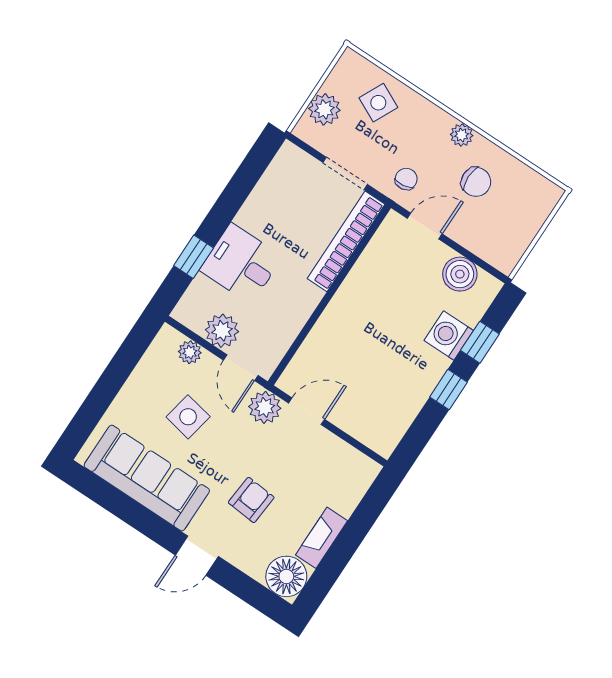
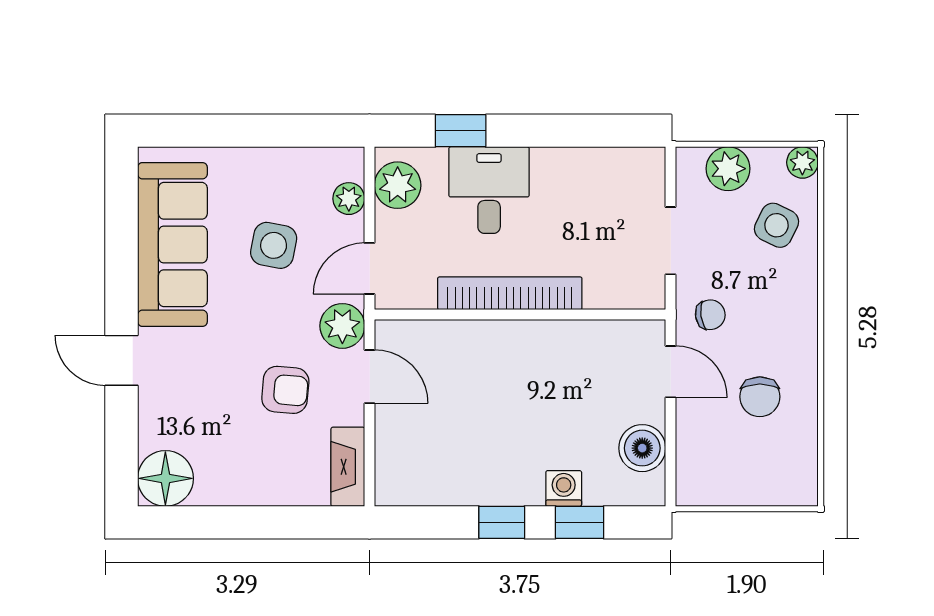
plant: (462, 135) -> (802, 162), moved
bookcase: (346, 241) -> (510, 293), moved
plant: (222, 331) -> (398, 185), moved
washing machine: (449, 335) -> (564, 488), width x0.73, depth x0.73
armchair: (251, 500) -> (285, 390), moved
fireplace: (321, 538) -> (348, 467), moved, turned -90

